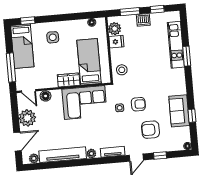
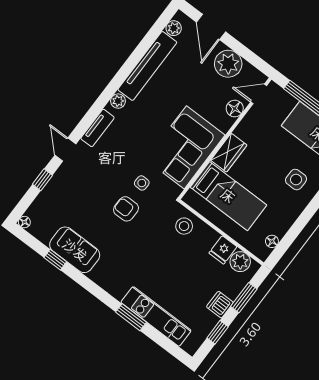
armchair: (138, 104) -> (126, 209), turned 90
armchair: (150, 130) -> (83, 196), removed

